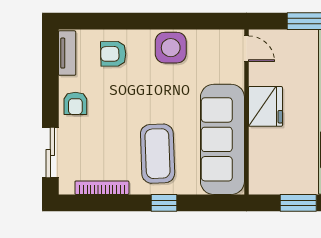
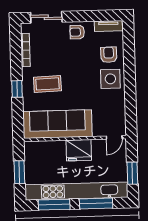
side table: (171, 48) -> (110, 79), moved
coffee table: (158, 154) -> (47, 84), width x0.73, depth x0.76

